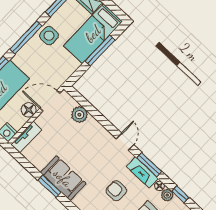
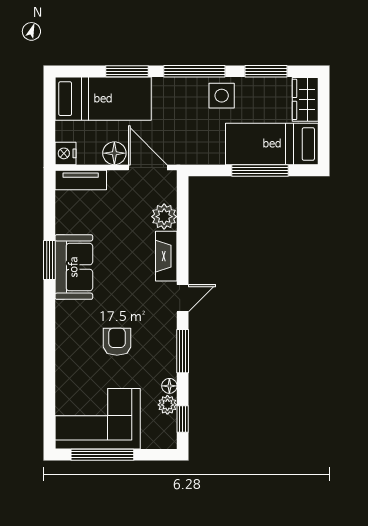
fireplace: (142, 172) -> (166, 256), moved

